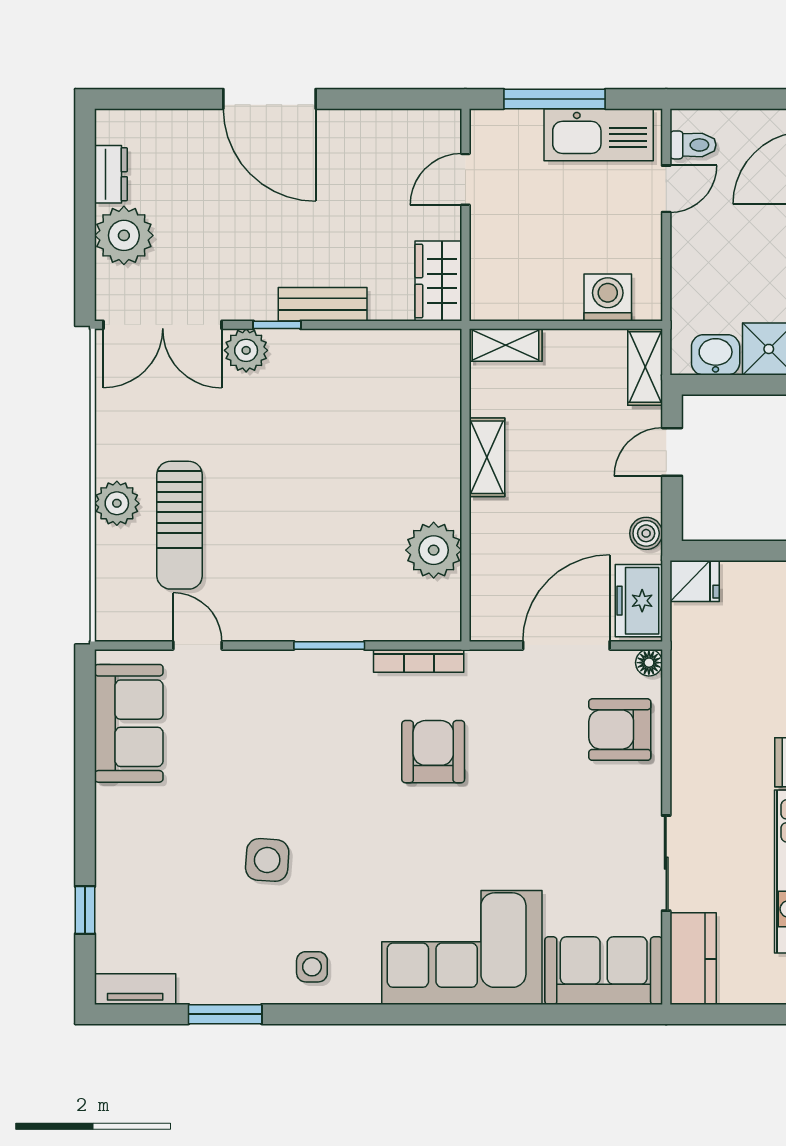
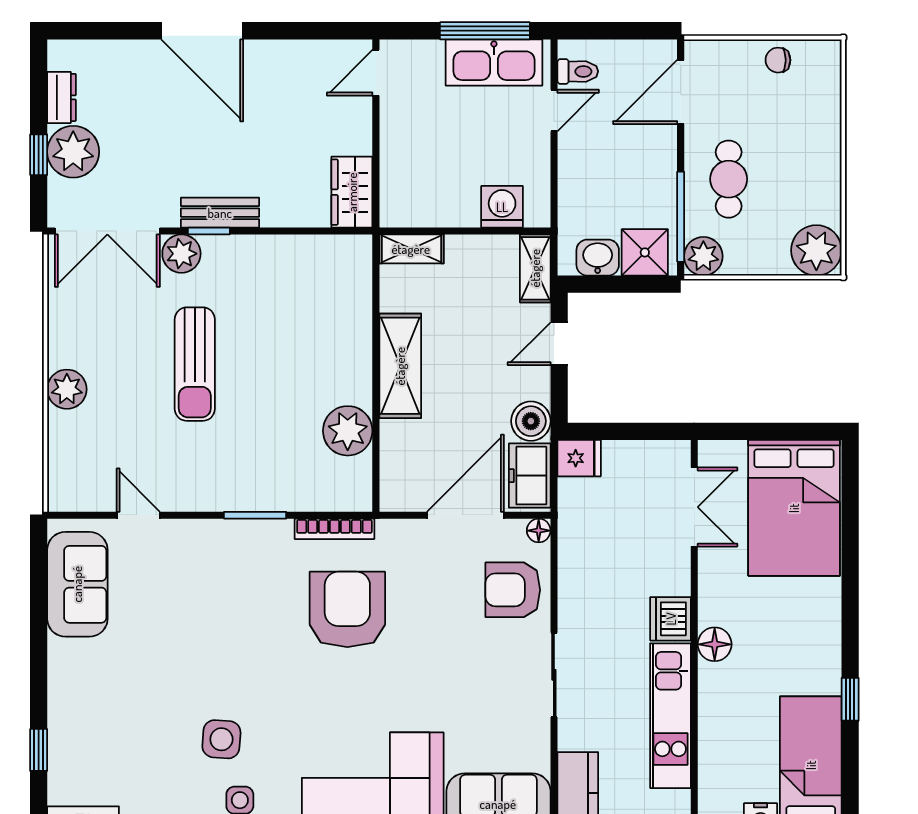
window: (554, 99) -> (485, 31), moved
door: (465, 179) -> (376, 73), moved
window: (85, 239) -> (39, 155), added
bench: (323, 304) -> (220, 213), moved
shelving: (487, 457) -> (400, 366), width x1.50, depth x1.33
sun lounger: (180, 525) -> (195, 364), moved
boiler: (646, 533) -> (531, 421), width x1.36, depth x1.36
armchair: (433, 752) -> (347, 609), width x1.36, depth x1.36
side table: (267, 860) -> (221, 739), moved
sliding door: (666, 863) -> (554, 675), moved

